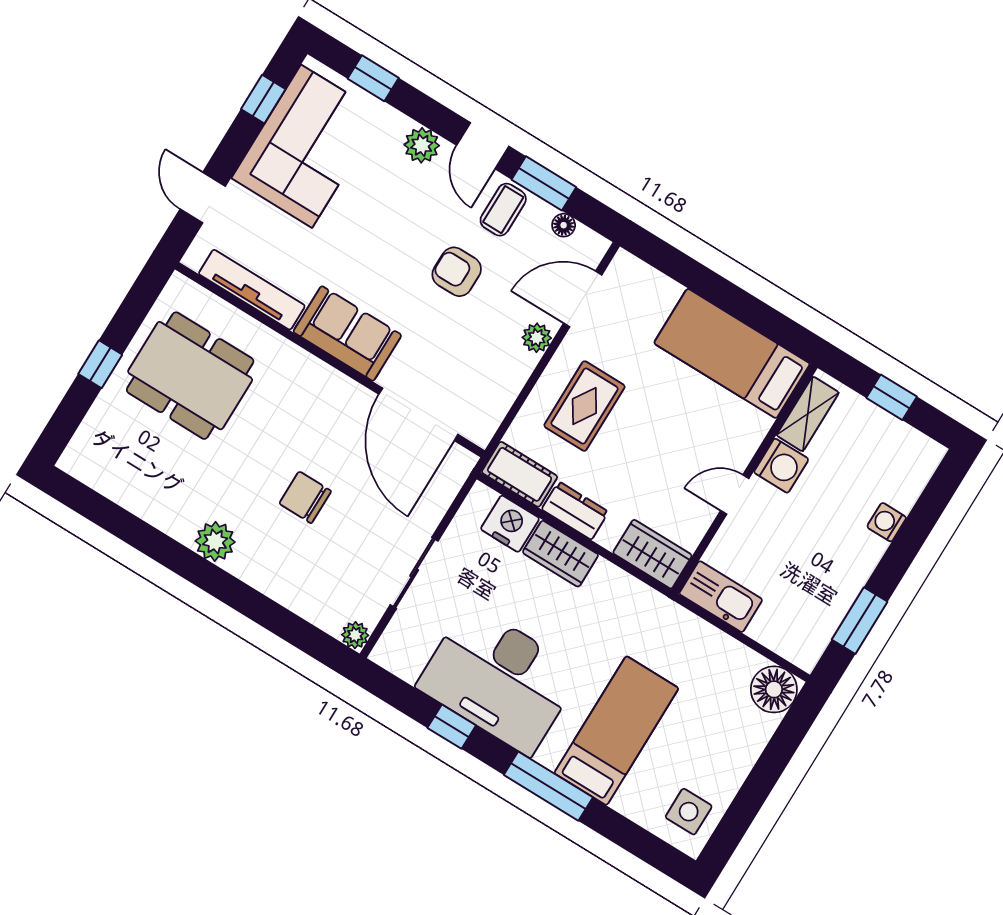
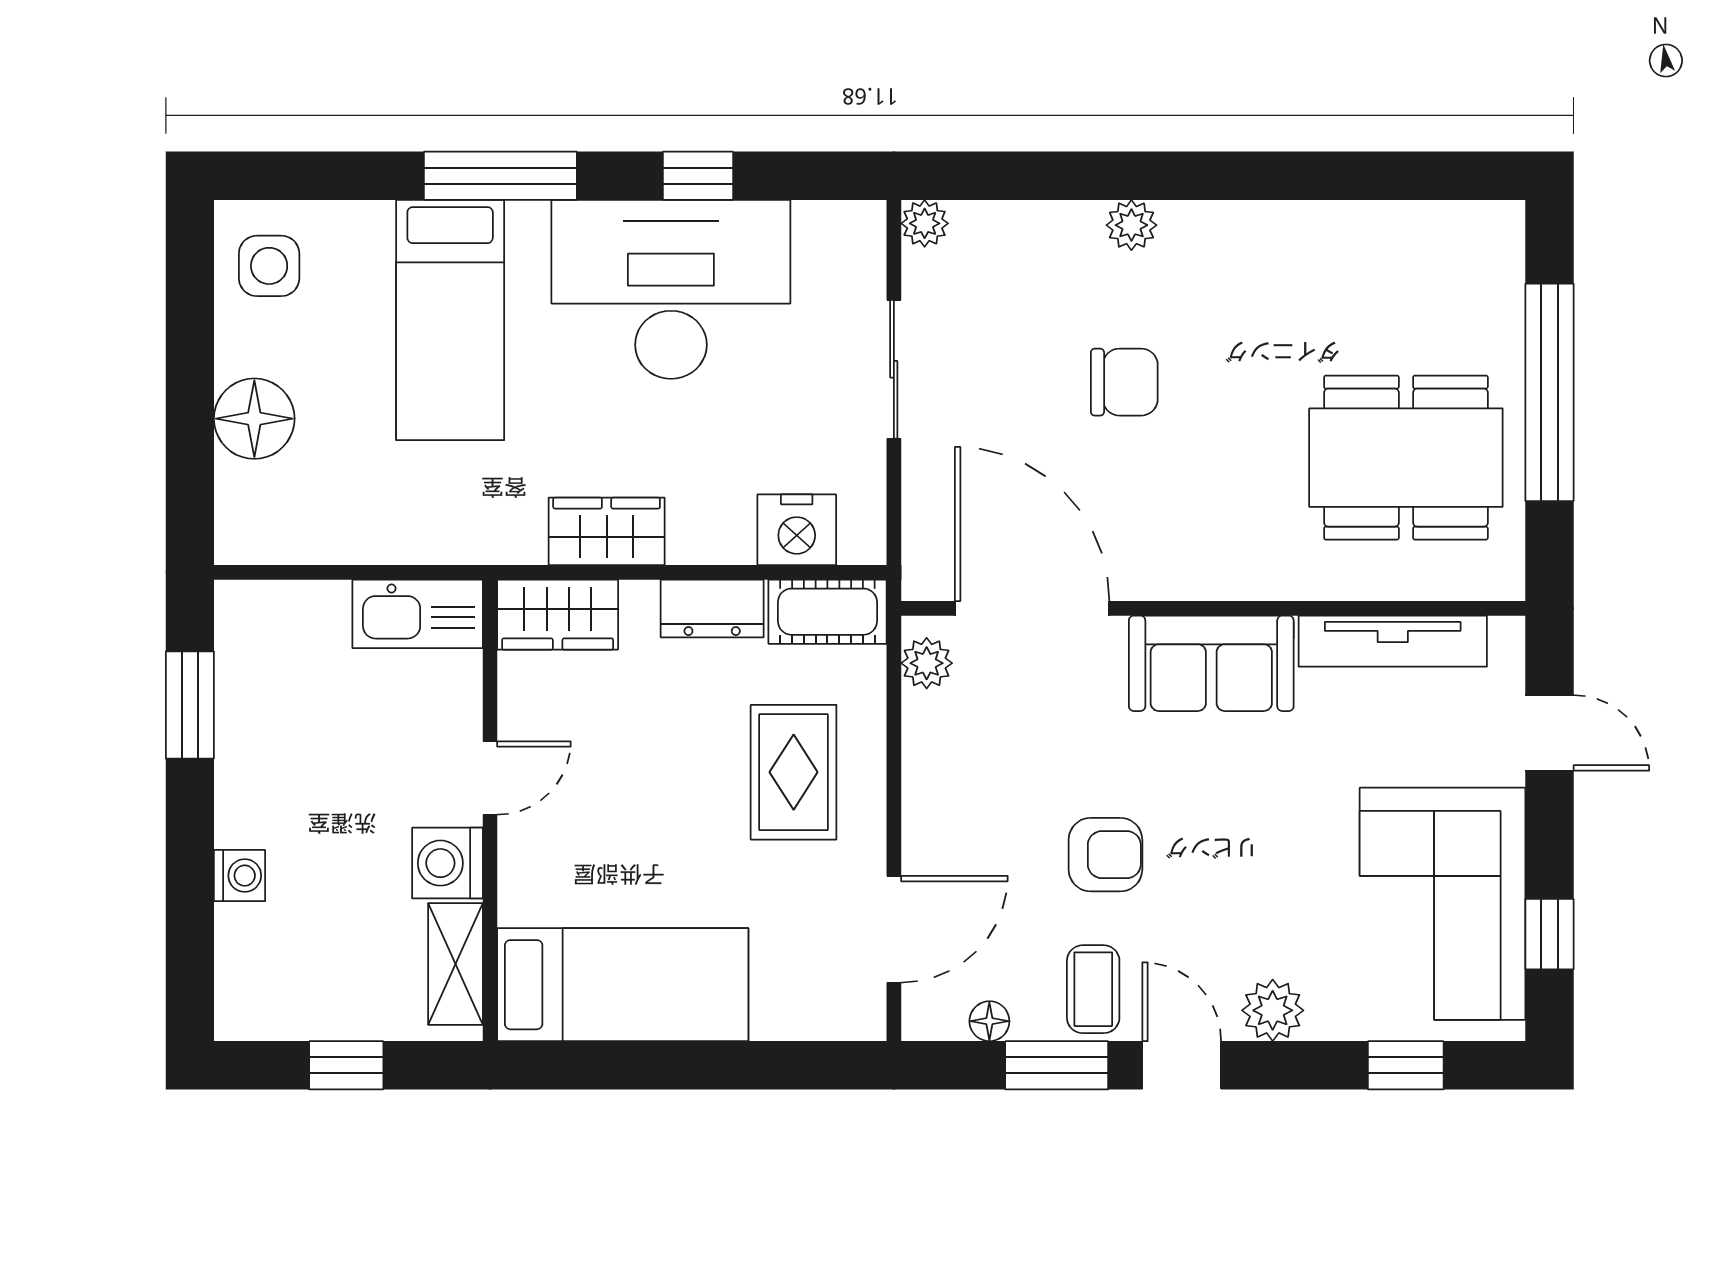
plant: (537, 338) -> (927, 663), moved
window: (100, 364) -> (1549, 392), width x3.17
plant: (215, 541) -> (1131, 225), moved, width x0.73, depth x0.73
wardrobe: (560, 554) -> (607, 531), moved
floor lamp: (774, 689) -> (254, 419), moved

